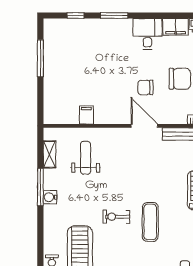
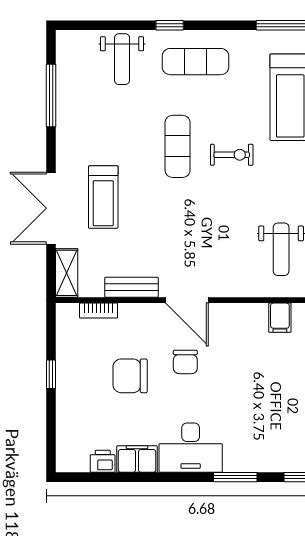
desk: (147, 34) -> (191, 448), width x1.37
chair: (145, 87) -> (185, 362), turned 90

